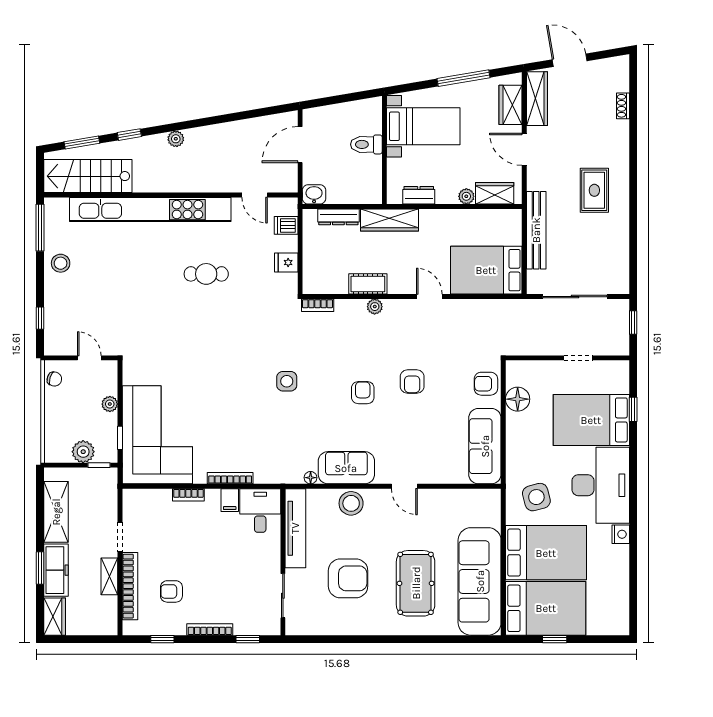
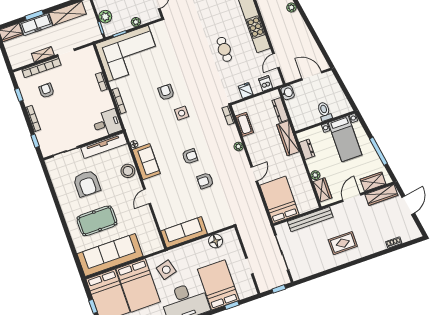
cot: (368, 284) -> (244, 124), moved
armchair: (486, 384) -> (166, 92), moved
filing cabinet: (230, 500) -> (107, 105), removed

